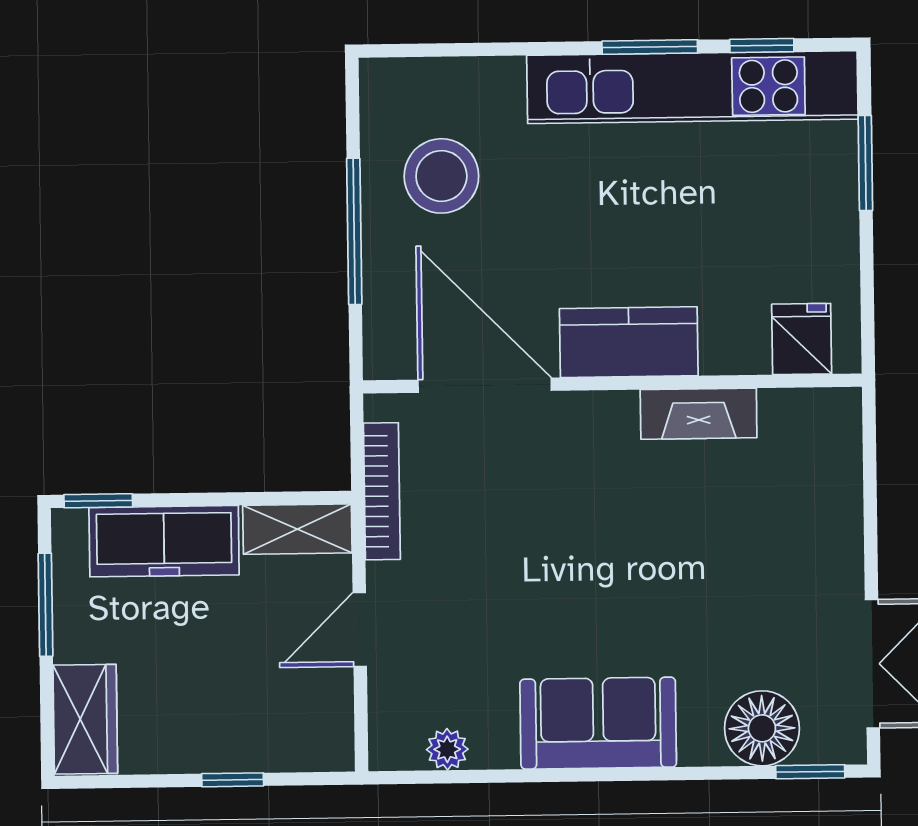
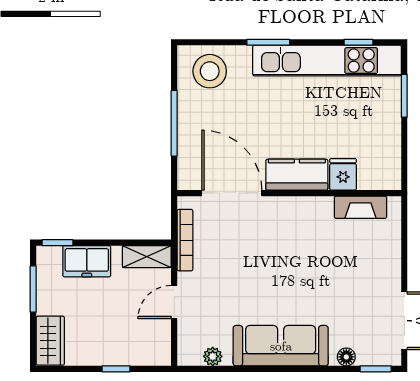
window: (650, 47) -> (268, 42), moved
stool: (441, 176) -> (210, 71), moved
fridge: (802, 339) -> (343, 174), moved
fireplace: (699, 414) -> (361, 207), moved
freezer: (164, 541) -> (87, 261), width x0.71
sofa: (598, 723) -> (281, 346), width x1.36
floor lamp: (762, 728) -> (346, 357), width x0.53, depth x0.53

